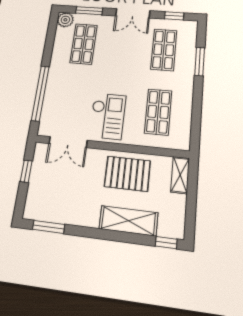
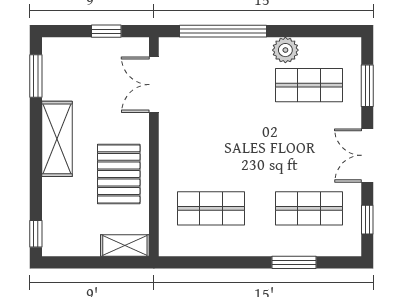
plant: (65, 20) -> (285, 50), moved
checkout: (108, 116) -> (198, 136), removed
shelving: (128, 221) -> (57, 139), moved

